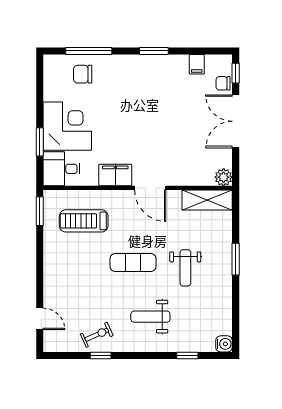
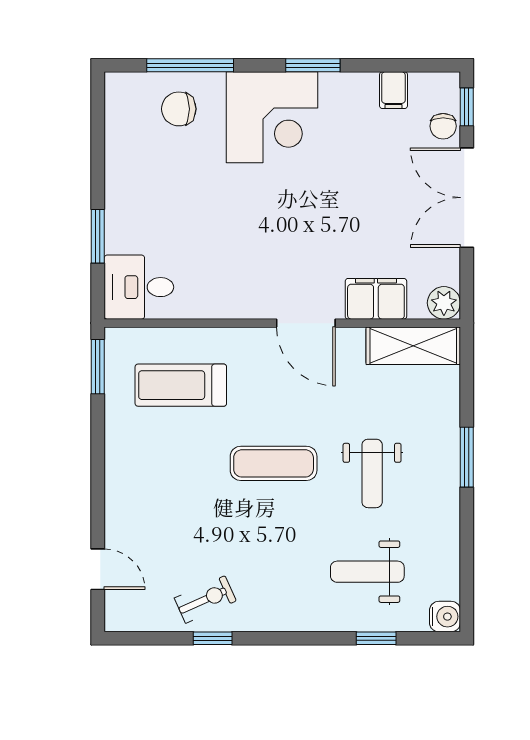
chair: (223, 83) -> (443, 126), turned -90
corner desk: (67, 126) -> (272, 117), moved, turned 90
filing cabinet: (115, 175) -> (376, 299), moved
weight bench: (150, 317) -> (367, 572), moved

